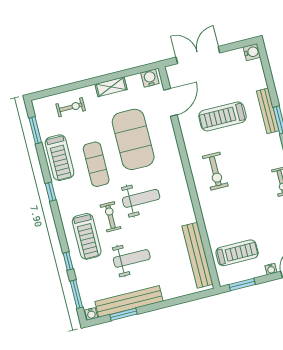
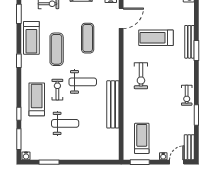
exercise mat: (133, 139) -> (88, 38), width x0.50, depth x0.69
treadmill: (87, 236) -> (37, 99), turned 180
treadmill: (237, 253) -> (142, 138), turned -90
bench: (197, 255) -> (113, 104), moved
bench: (129, 301) -> (55, 154), removed

